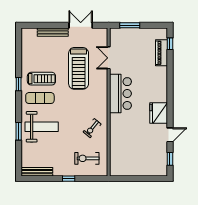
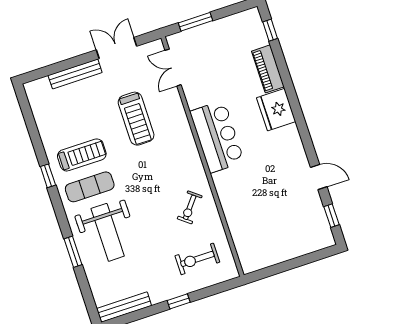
piano: (162, 53) -> (268, 69), moved
double door: (109, 58) -> (173, 68), moved
treadmill: (79, 68) -> (136, 119), width x0.73, depth x0.73
fridge: (159, 113) -> (276, 110), moved
weight bench: (42, 127) -> (108, 232), turned 90
door: (170, 135) -> (319, 177), hinge flipped

